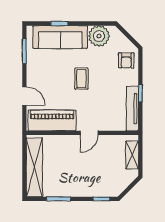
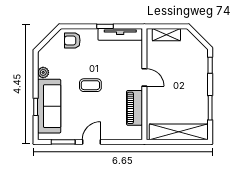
plant: (99, 36) -> (43, 72), width x0.53, depth x0.53
armchair: (126, 60) -> (72, 40), turned 180
door: (24, 96) -> (91, 142), moved
piano: (52, 120) -> (135, 108), width x0.73, depth x0.75

